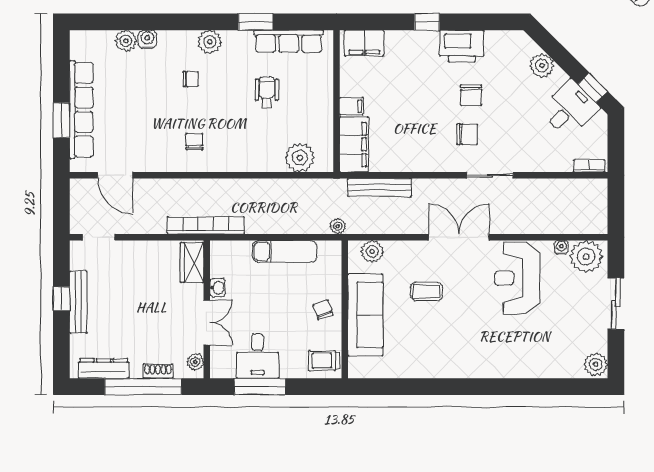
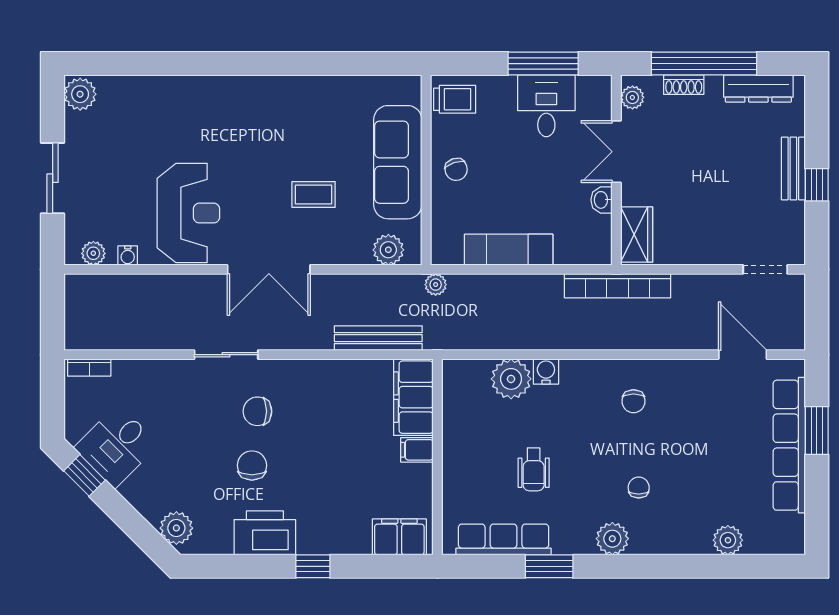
water cooler: (147, 39) -> (546, 372), moved, turned 180
plant: (542, 66) -> (176, 528), moved
chair: (191, 79) -> (639, 488), turned 90
plant: (300, 158) -> (511, 379), moved
plant: (586, 256) -> (93, 253), width x0.53, depth x0.53
bench: (78, 302) -> (793, 169), width x0.73

